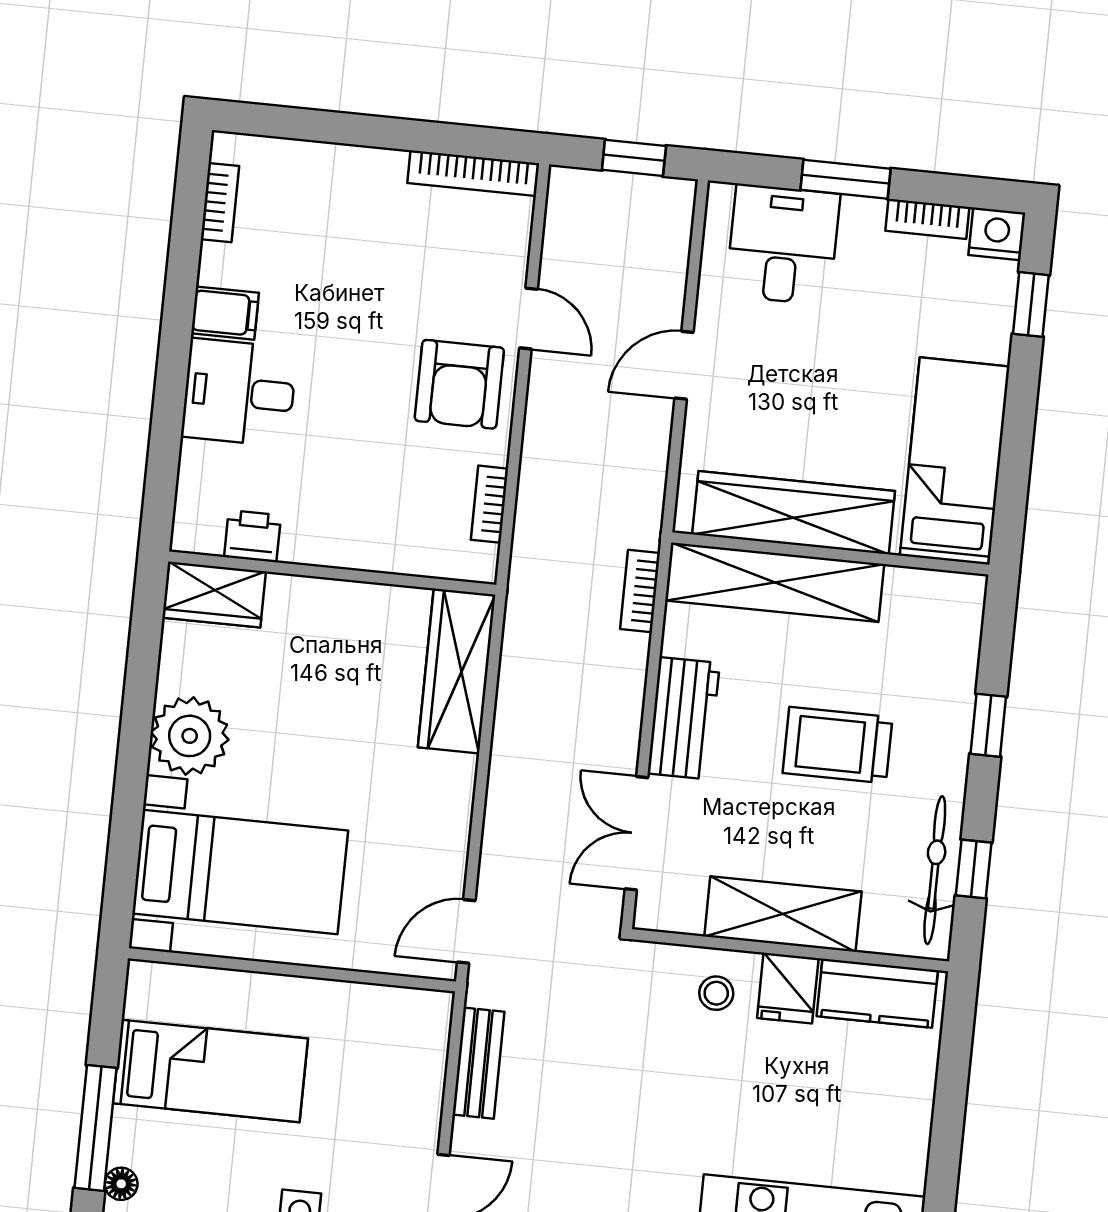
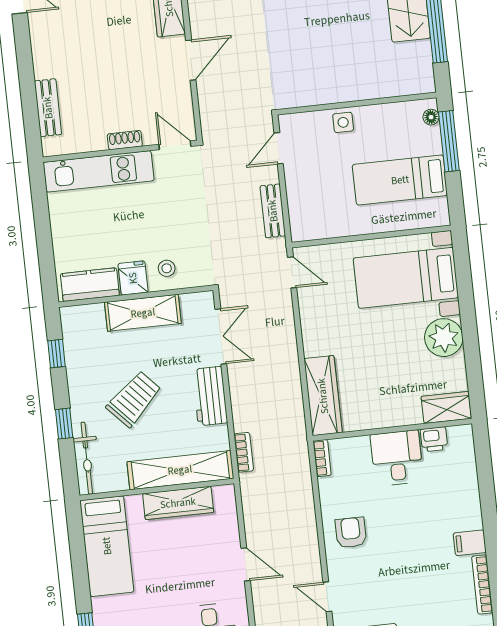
bookcase: (220, 203) -> (482, 584), width x1.56
door: (528, 318) -> (327, 597), moved
door: (684, 365) -> (246, 564), hinge flipped
armchair: (459, 384) -> (351, 533), width x0.72, depth x0.72
desk: (239, 392) -> (397, 458), moved, turned -90
bookcase: (490, 504) -> (322, 458), moved
wardrobe: (794, 513) -> (178, 503), width x0.71, depth x0.85
trolley: (837, 745) -> (134, 399), turned -43
bicycle: (935, 870) -> (87, 458), moved
door: (466, 931) -> (292, 272), hinge flipped

